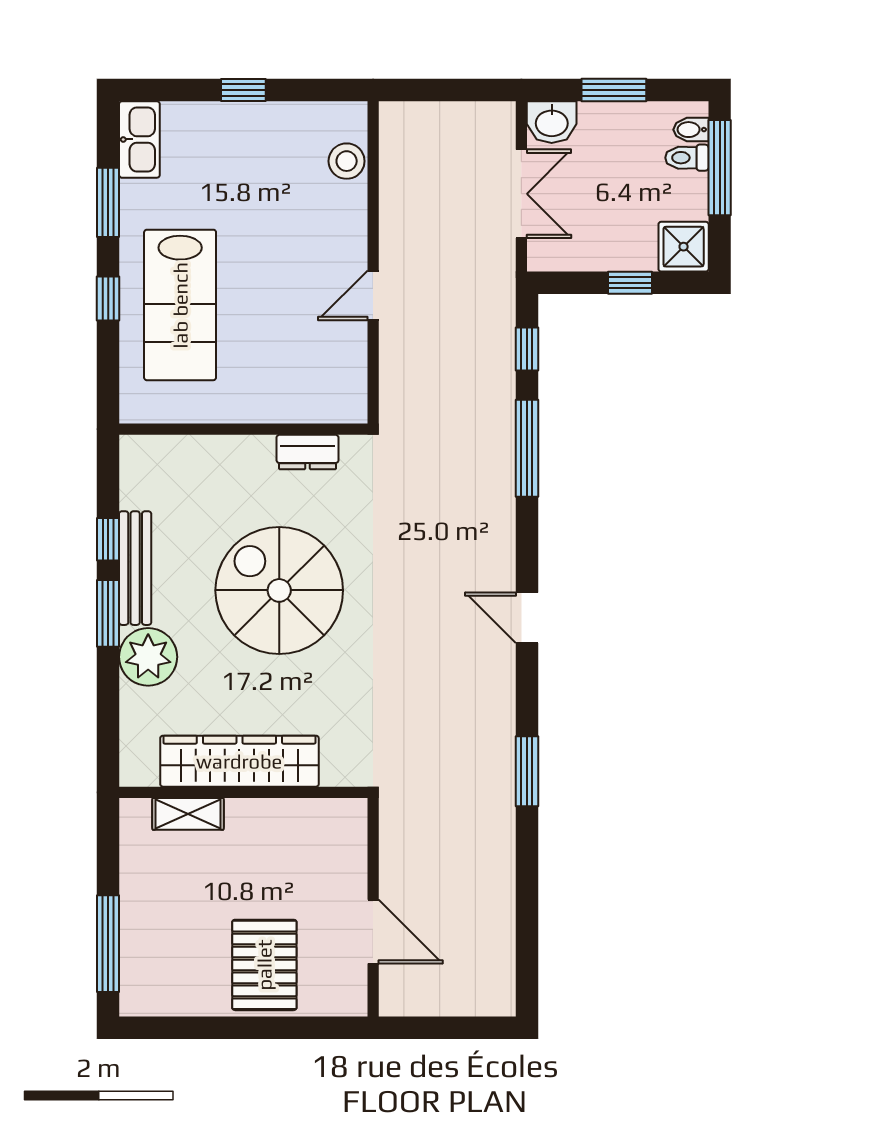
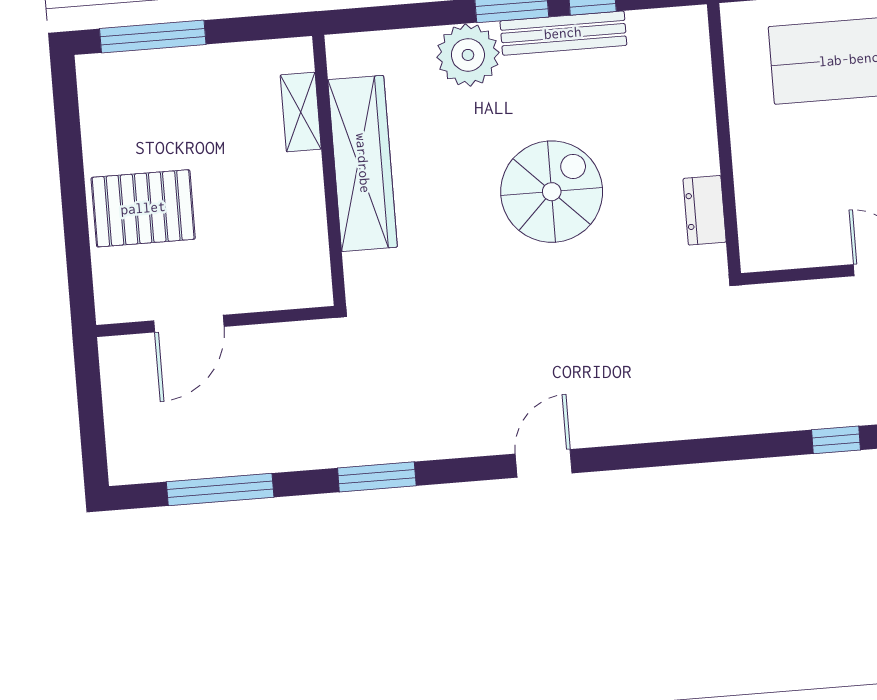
window: (527, 448) -> (220, 489), moved
spiral stairs: (279, 590) -> (552, 192), width x0.73, depth x0.73

